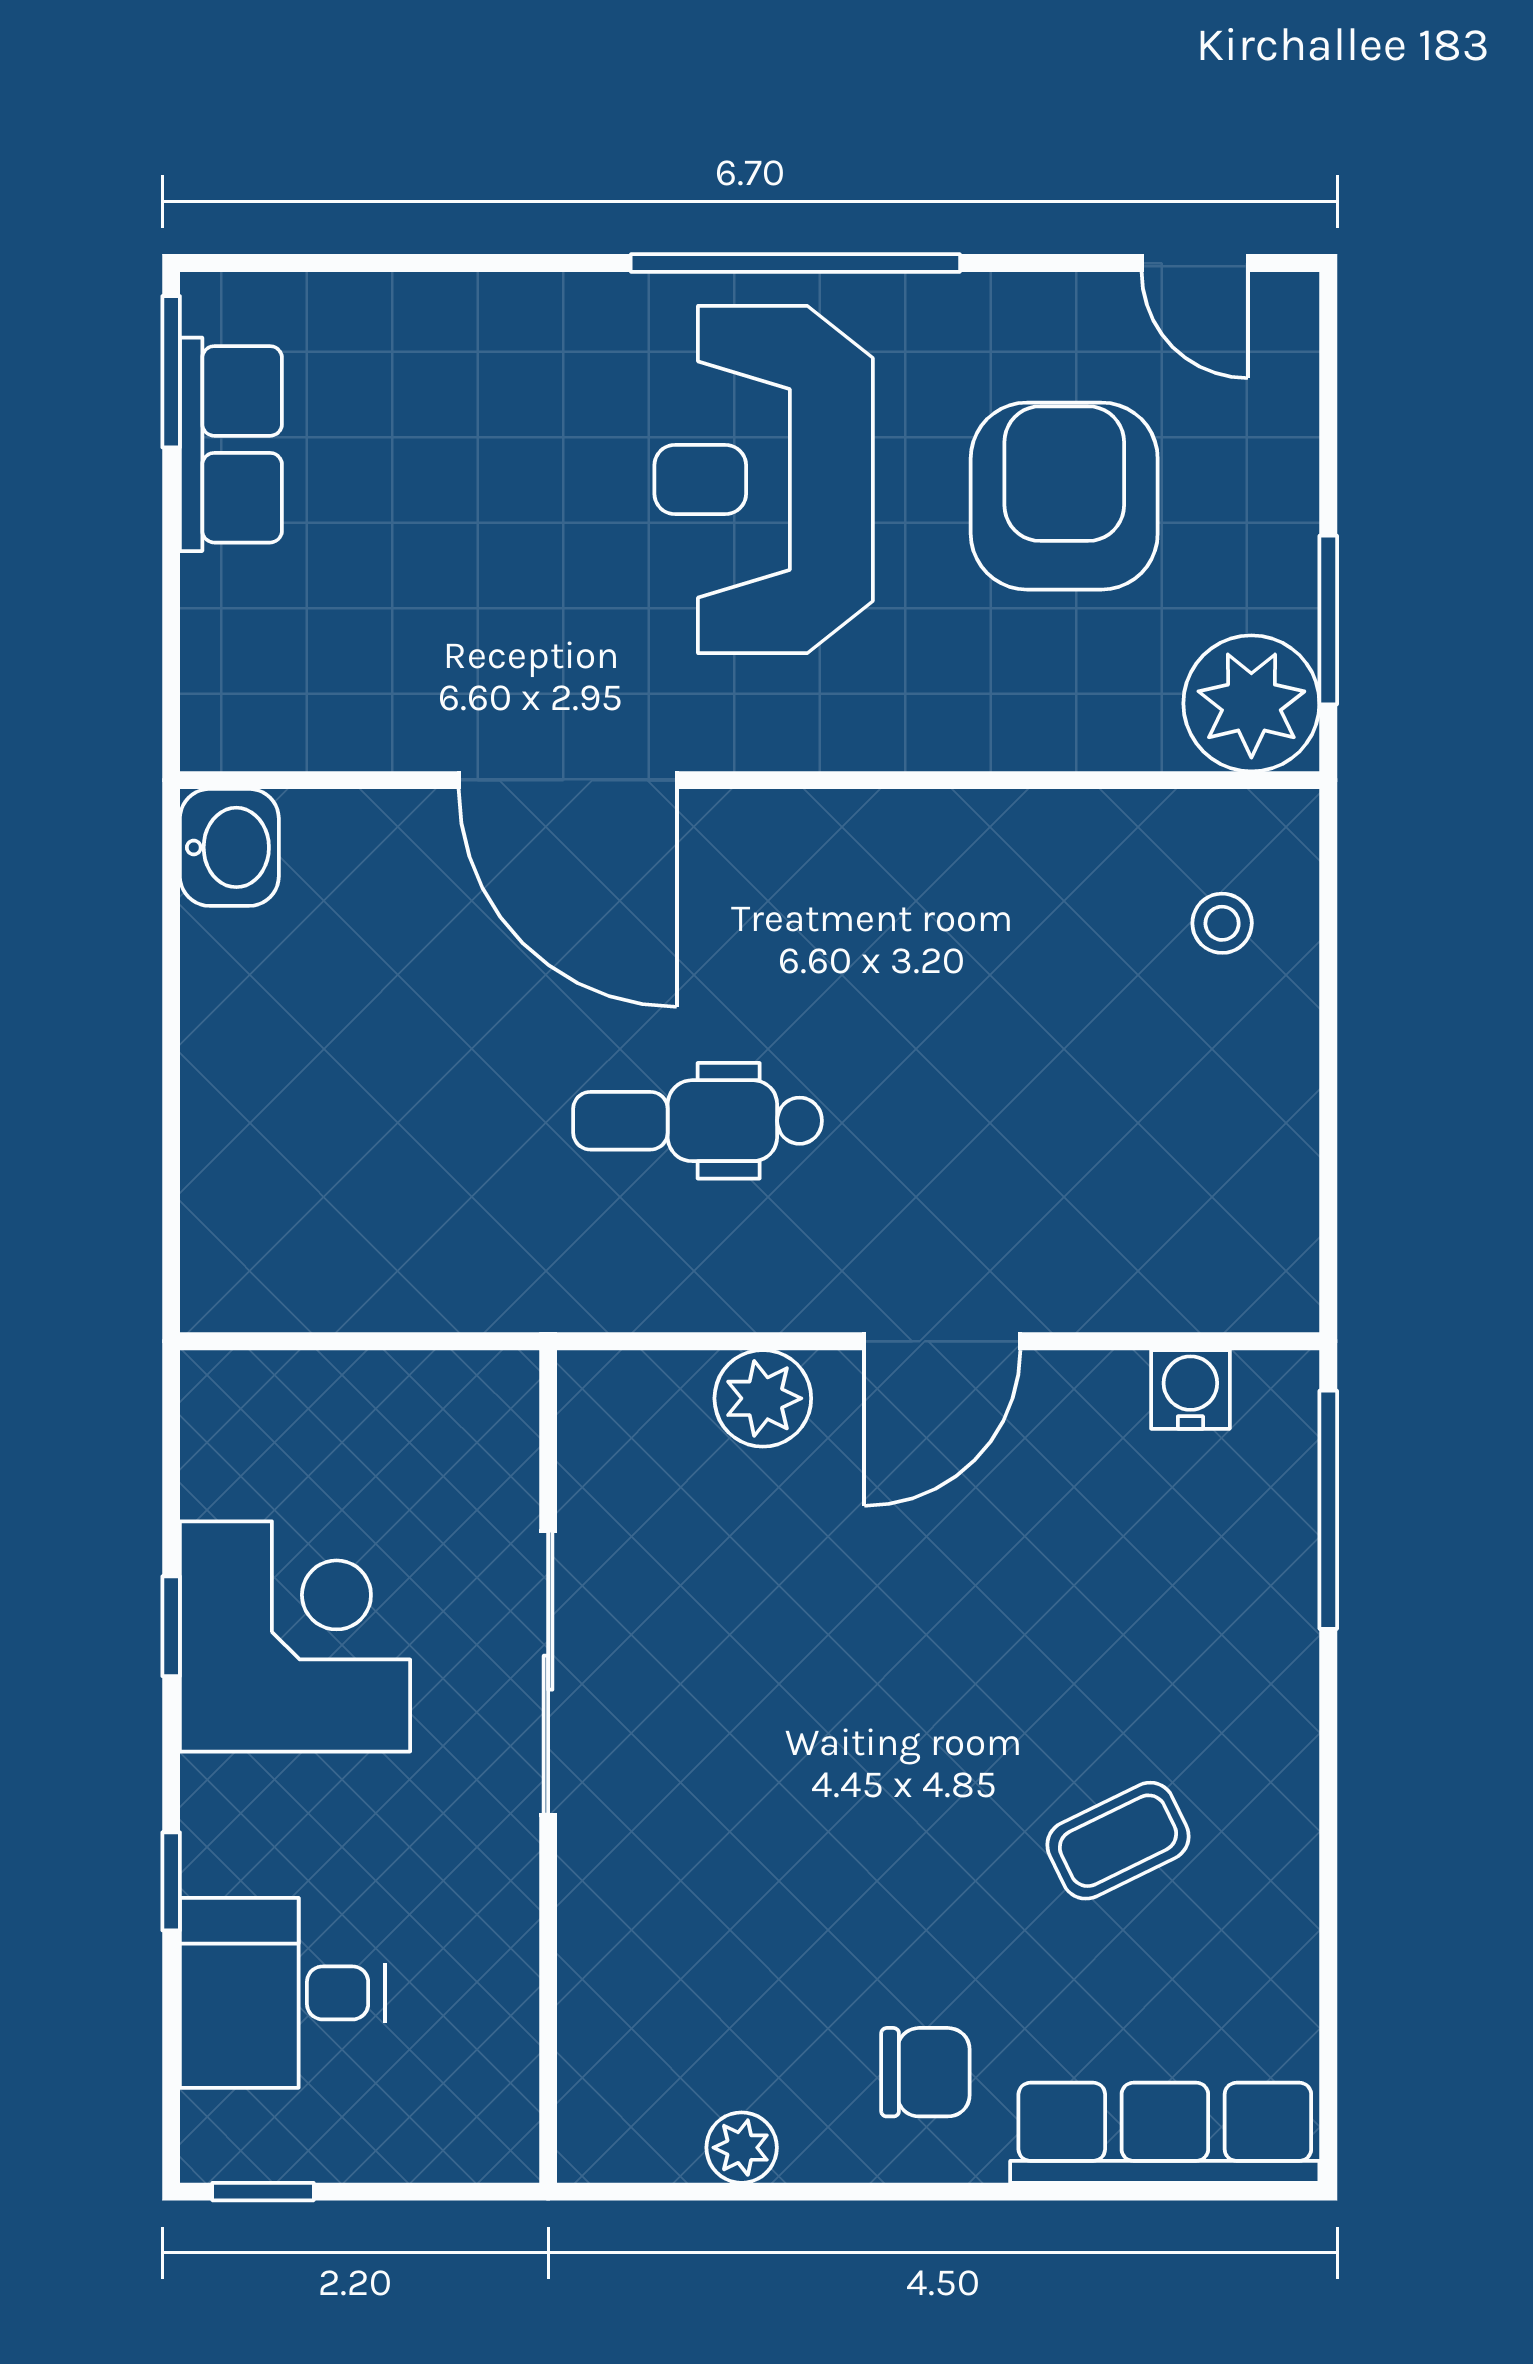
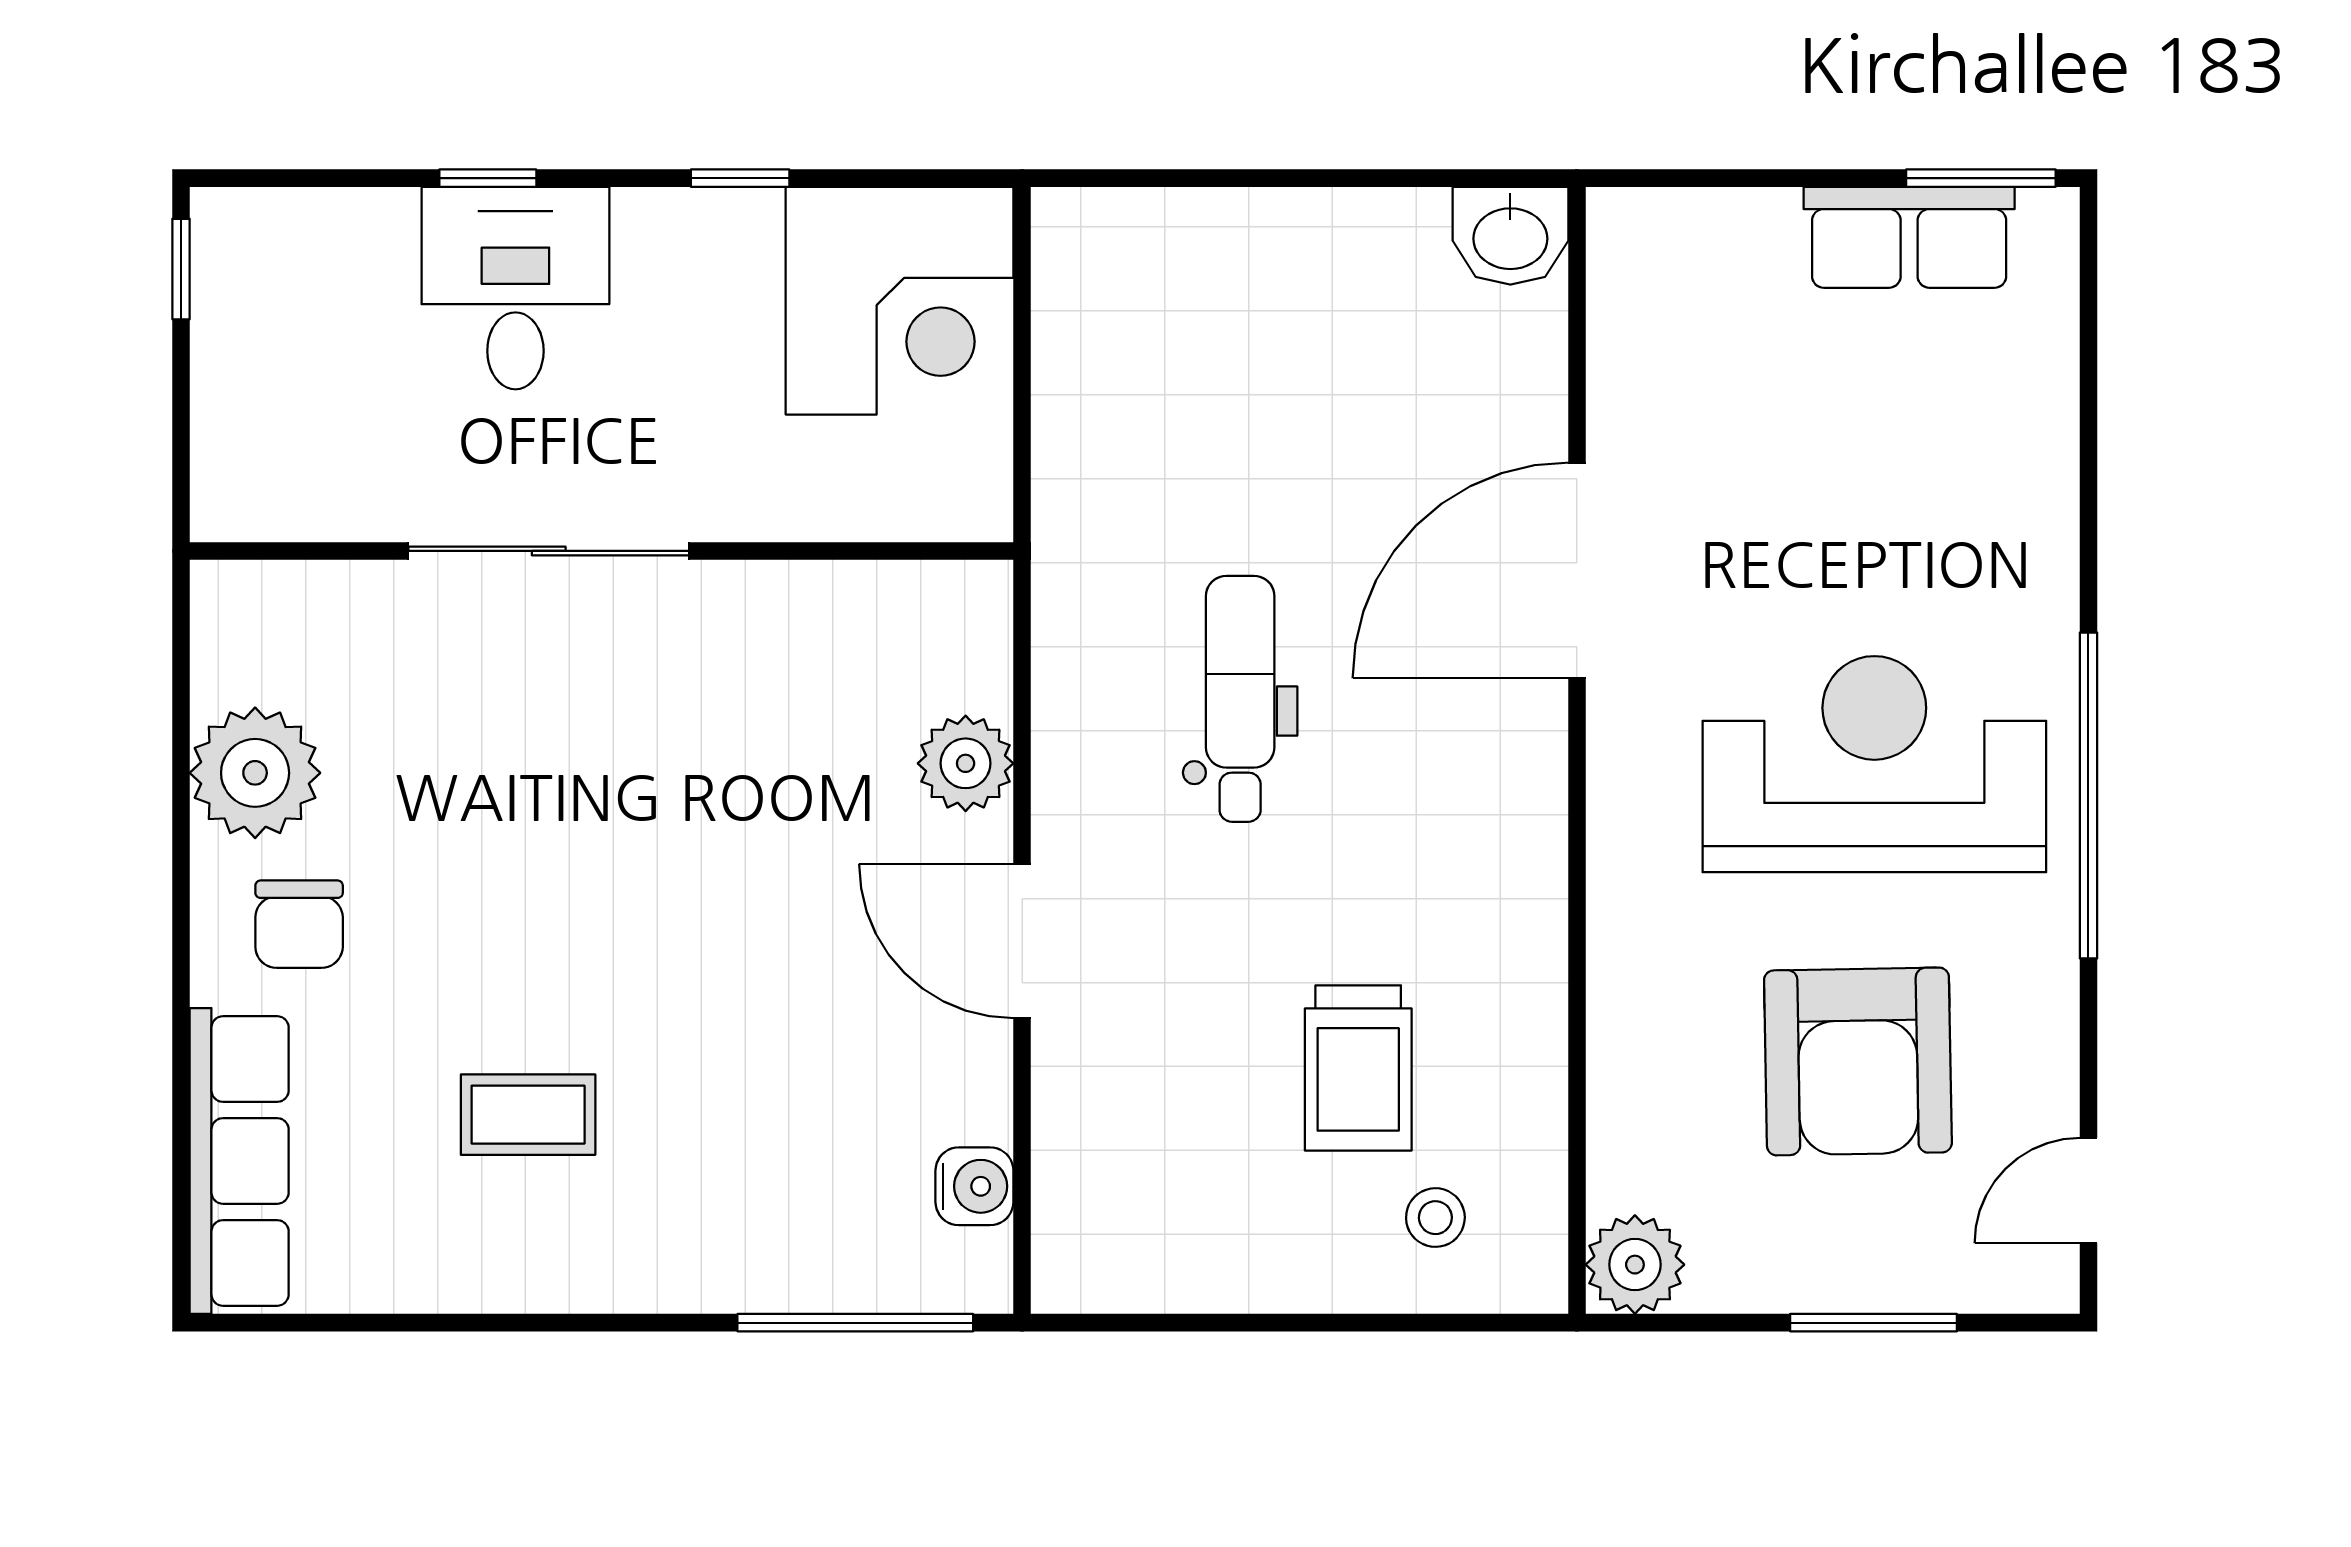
armchair: (1064, 496) -> (1858, 1061), turned 89
window: (1328, 620) -> (1873, 1323), moved
plant: (1251, 703) -> (1635, 1265), width x0.73, depth x0.73
trolley: (1071, 1001) -> (1358, 1068), added
corner desk: (295, 1636) -> (899, 301), moved
sliding door: (548, 1673) -> (549, 551), moved
coffee table: (1118, 1841) -> (528, 1115), turned -64
desk: (282, 1993) -> (515, 288), moved
plant: (742, 2148) -> (255, 773), width x1.88, depth x1.88

